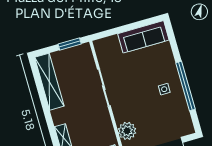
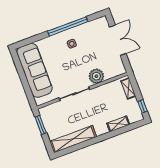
sofa: (143, 37) -> (34, 70), width x1.36, depth x1.27
plant: (127, 131) -> (96, 76), moved

